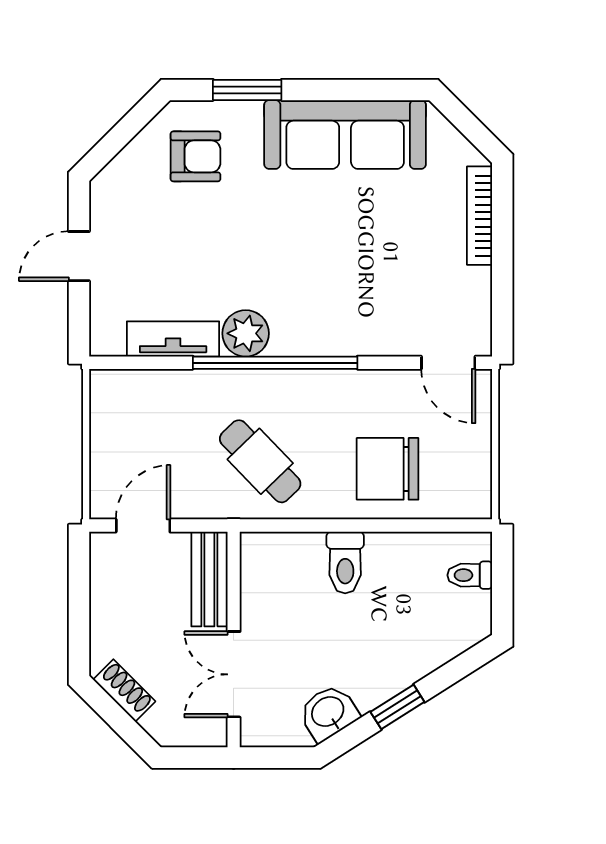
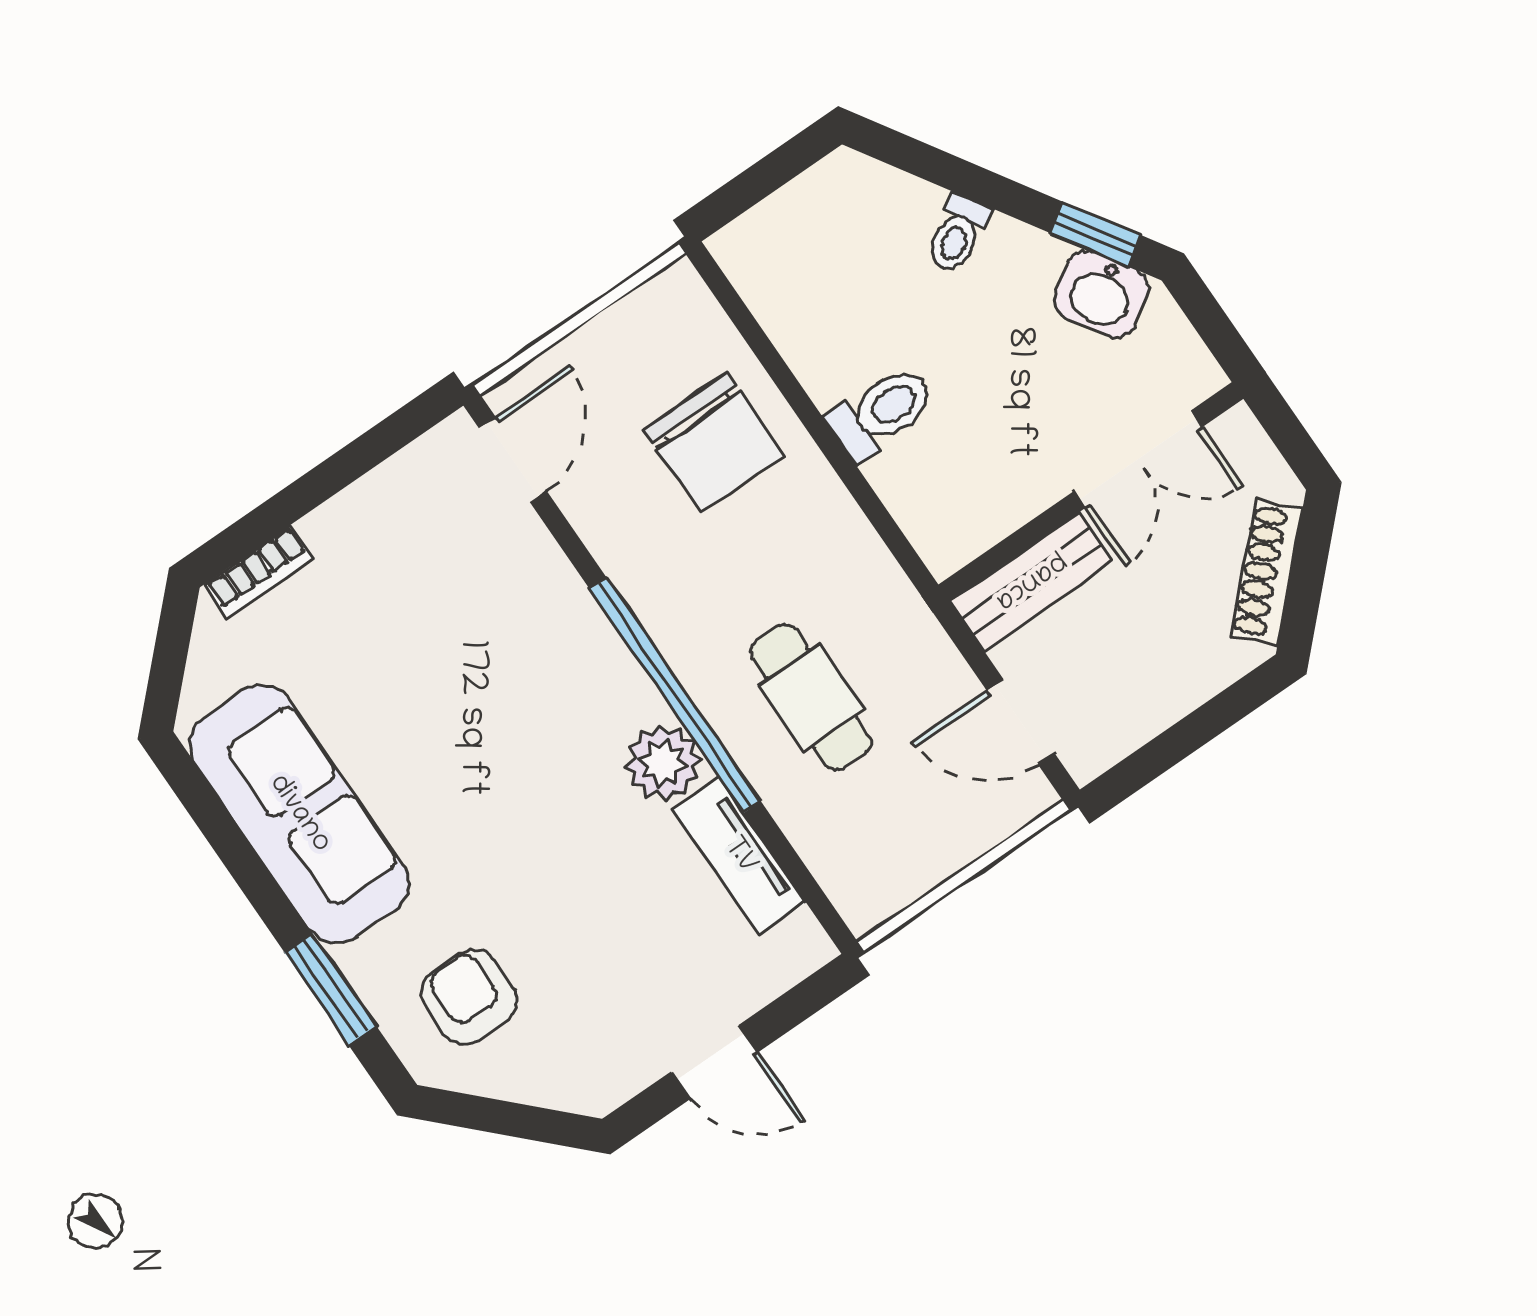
bookcase: (480, 216) -> (259, 572), width x0.64
cafe table: (260, 461) -> (811, 697), moved, turned -46
toilet: (470, 575) -> (958, 234), moved, turned 58
shoe rack: (124, 690) -> (1267, 572), width x1.43
window: (397, 707) -> (1096, 234), moved

